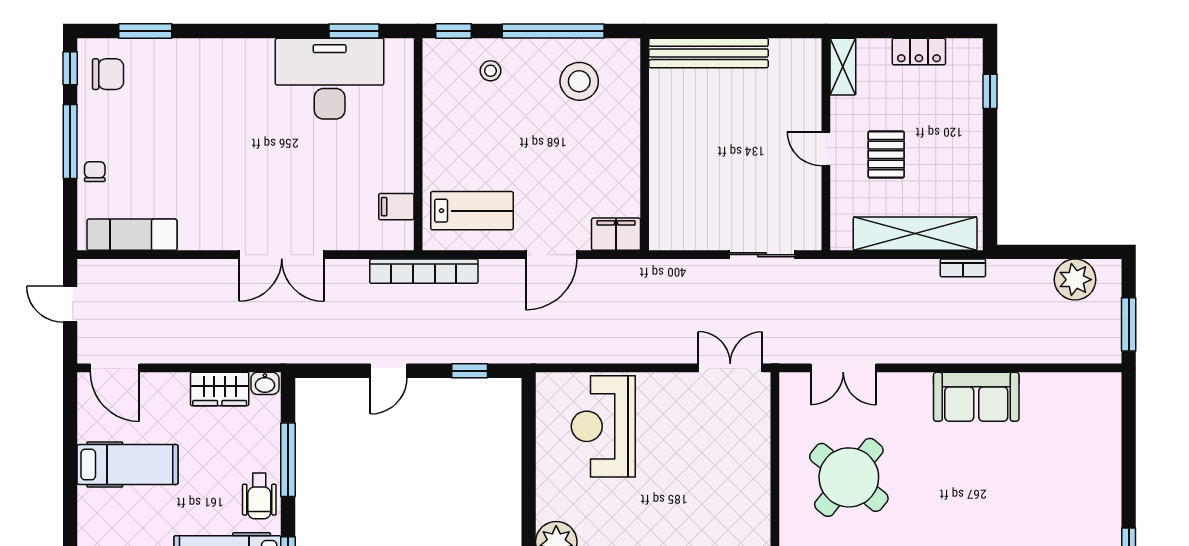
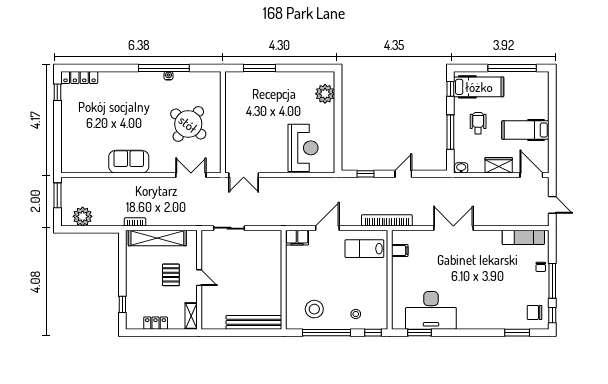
wardrobe: (220, 389) -> (499, 165), moved
wheelchair: (259, 496) -> (478, 123), moved

